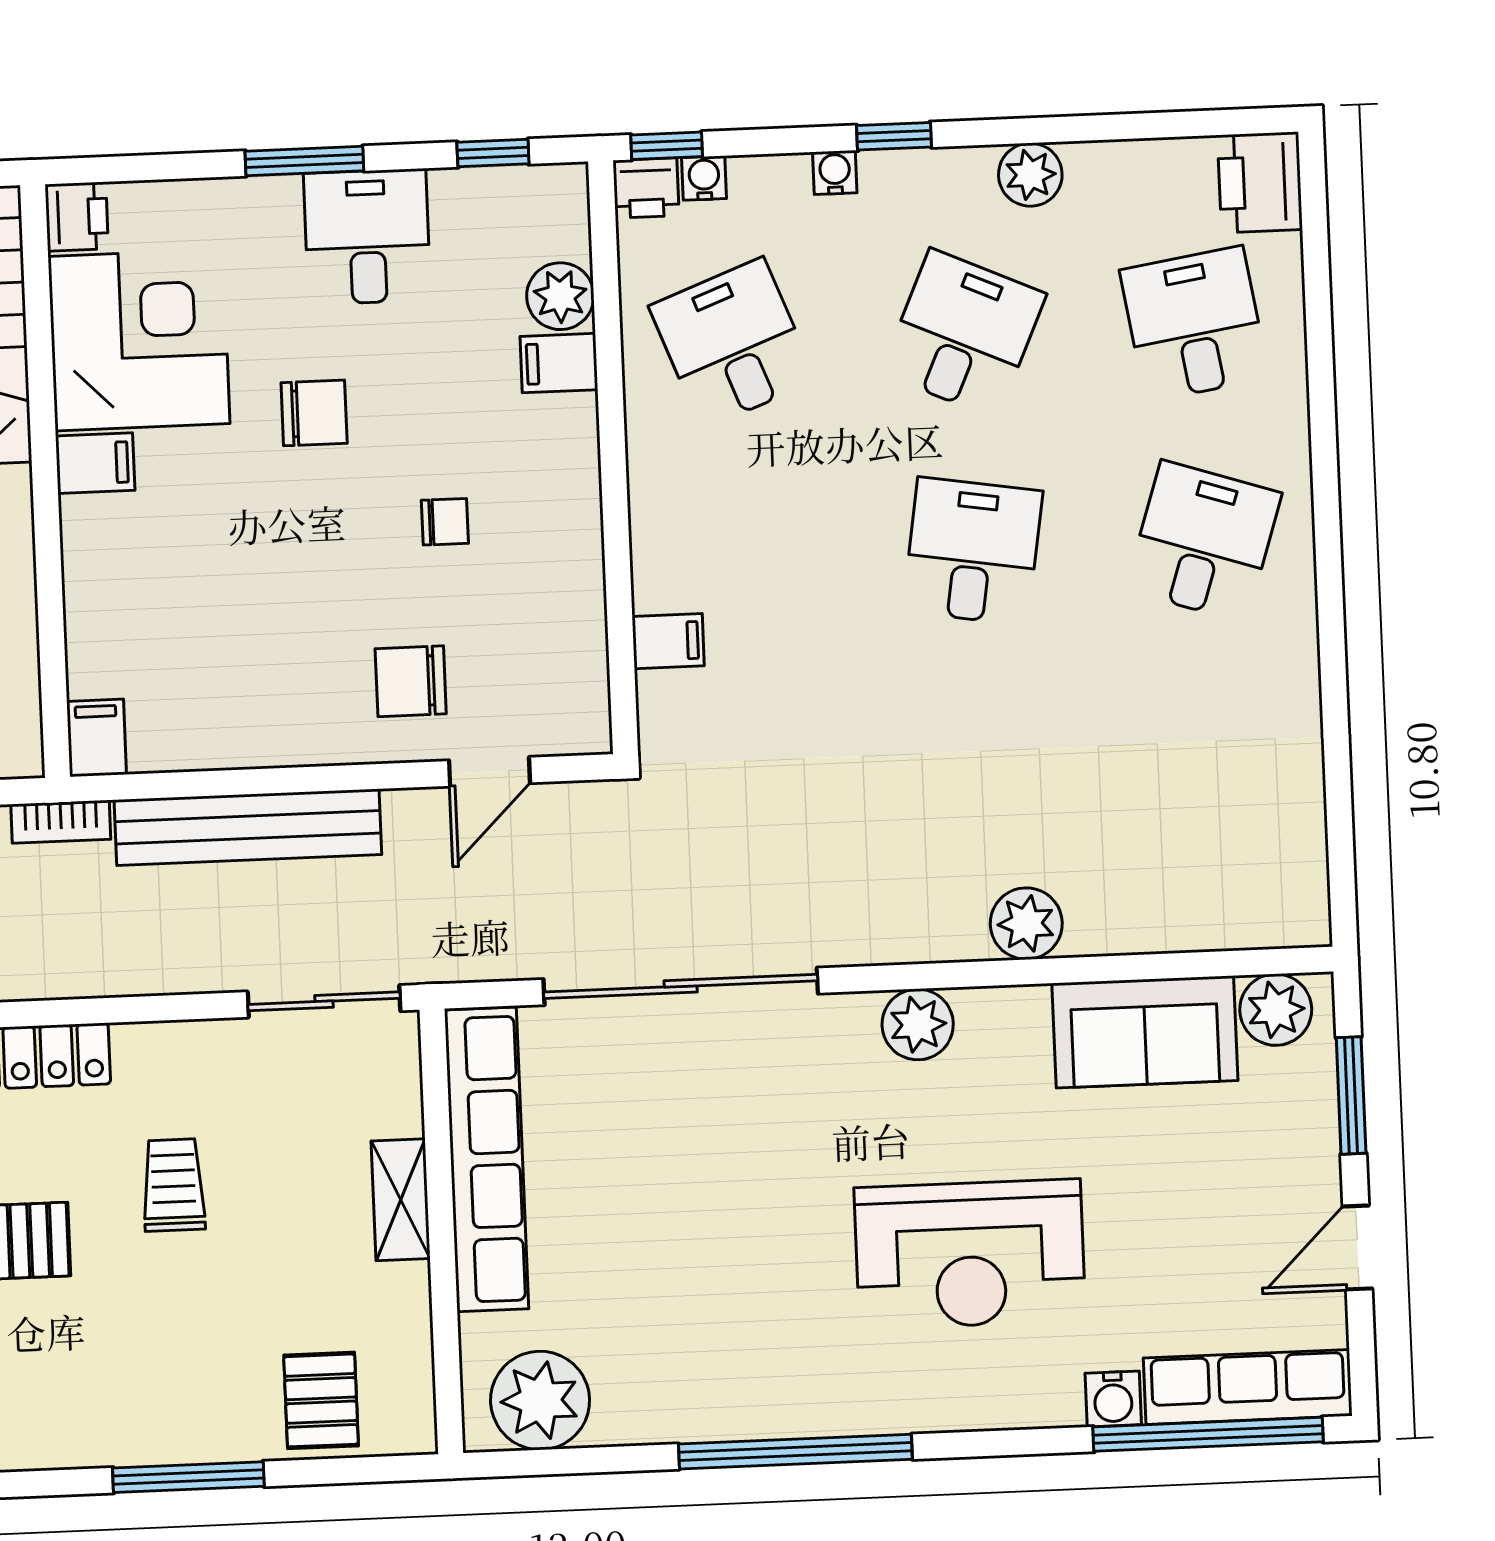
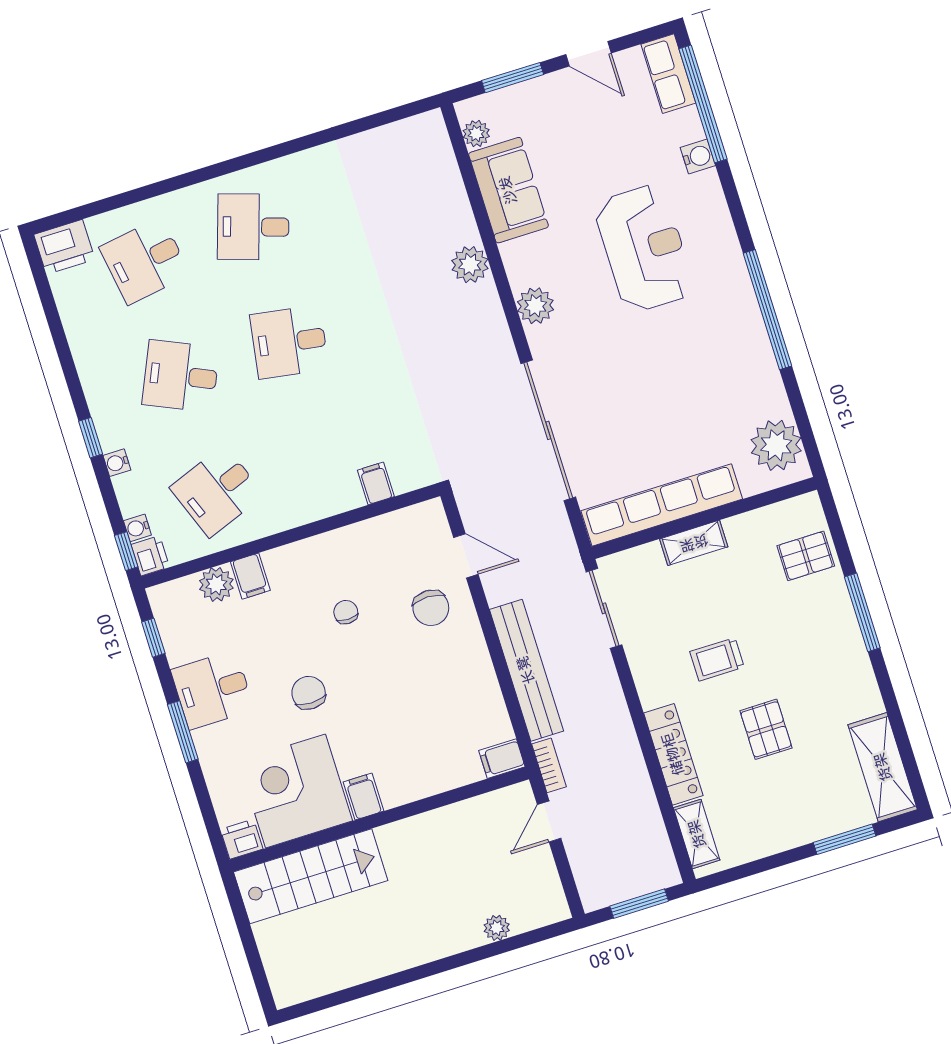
plant: (1030, 175) -> (92, 364), removed
plant: (1276, 1010) -> (476, 134), width x0.73, depth x0.73
row of seats: (1248, 1387) -> (668, 74), width x0.68

